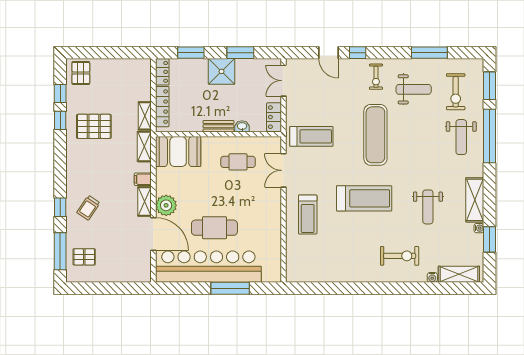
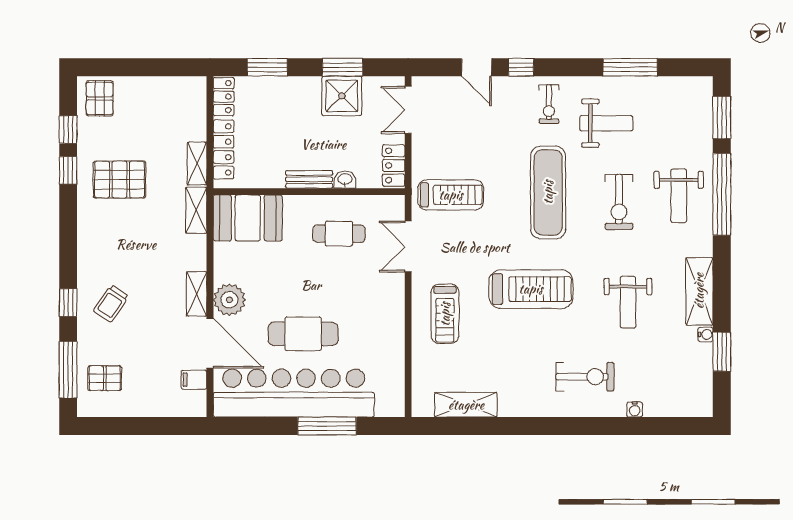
shower: (222, 71) -> (342, 96), moved
exercise bike: (456, 92) -> (619, 202), moved
filing cabinet: (143, 179) -> (194, 380), moved
shelving: (459, 274) -> (466, 405), moved

